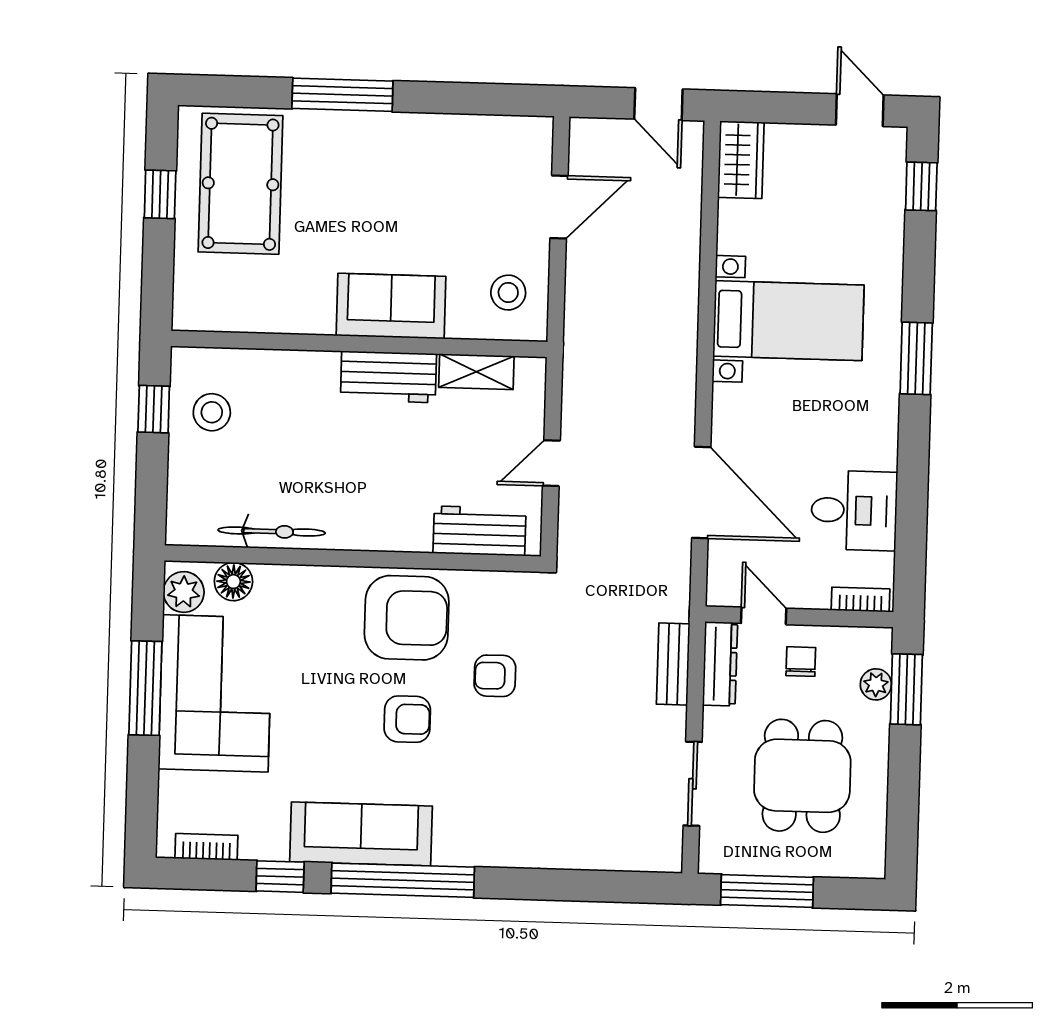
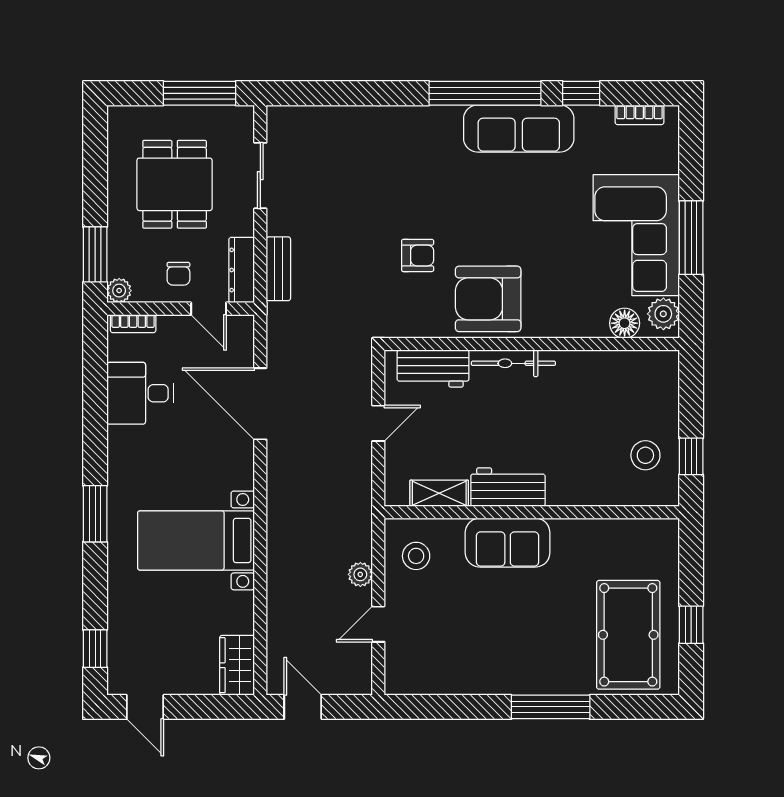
door: (559, 207) -> (378, 624), width x0.73
plant: (580, 271) -> (360, 574), added
bicycle: (272, 531) -> (513, 363), moved
plant: (876, 684) -> (119, 291), moved
armchair: (407, 719) -> (485, 219), removed

